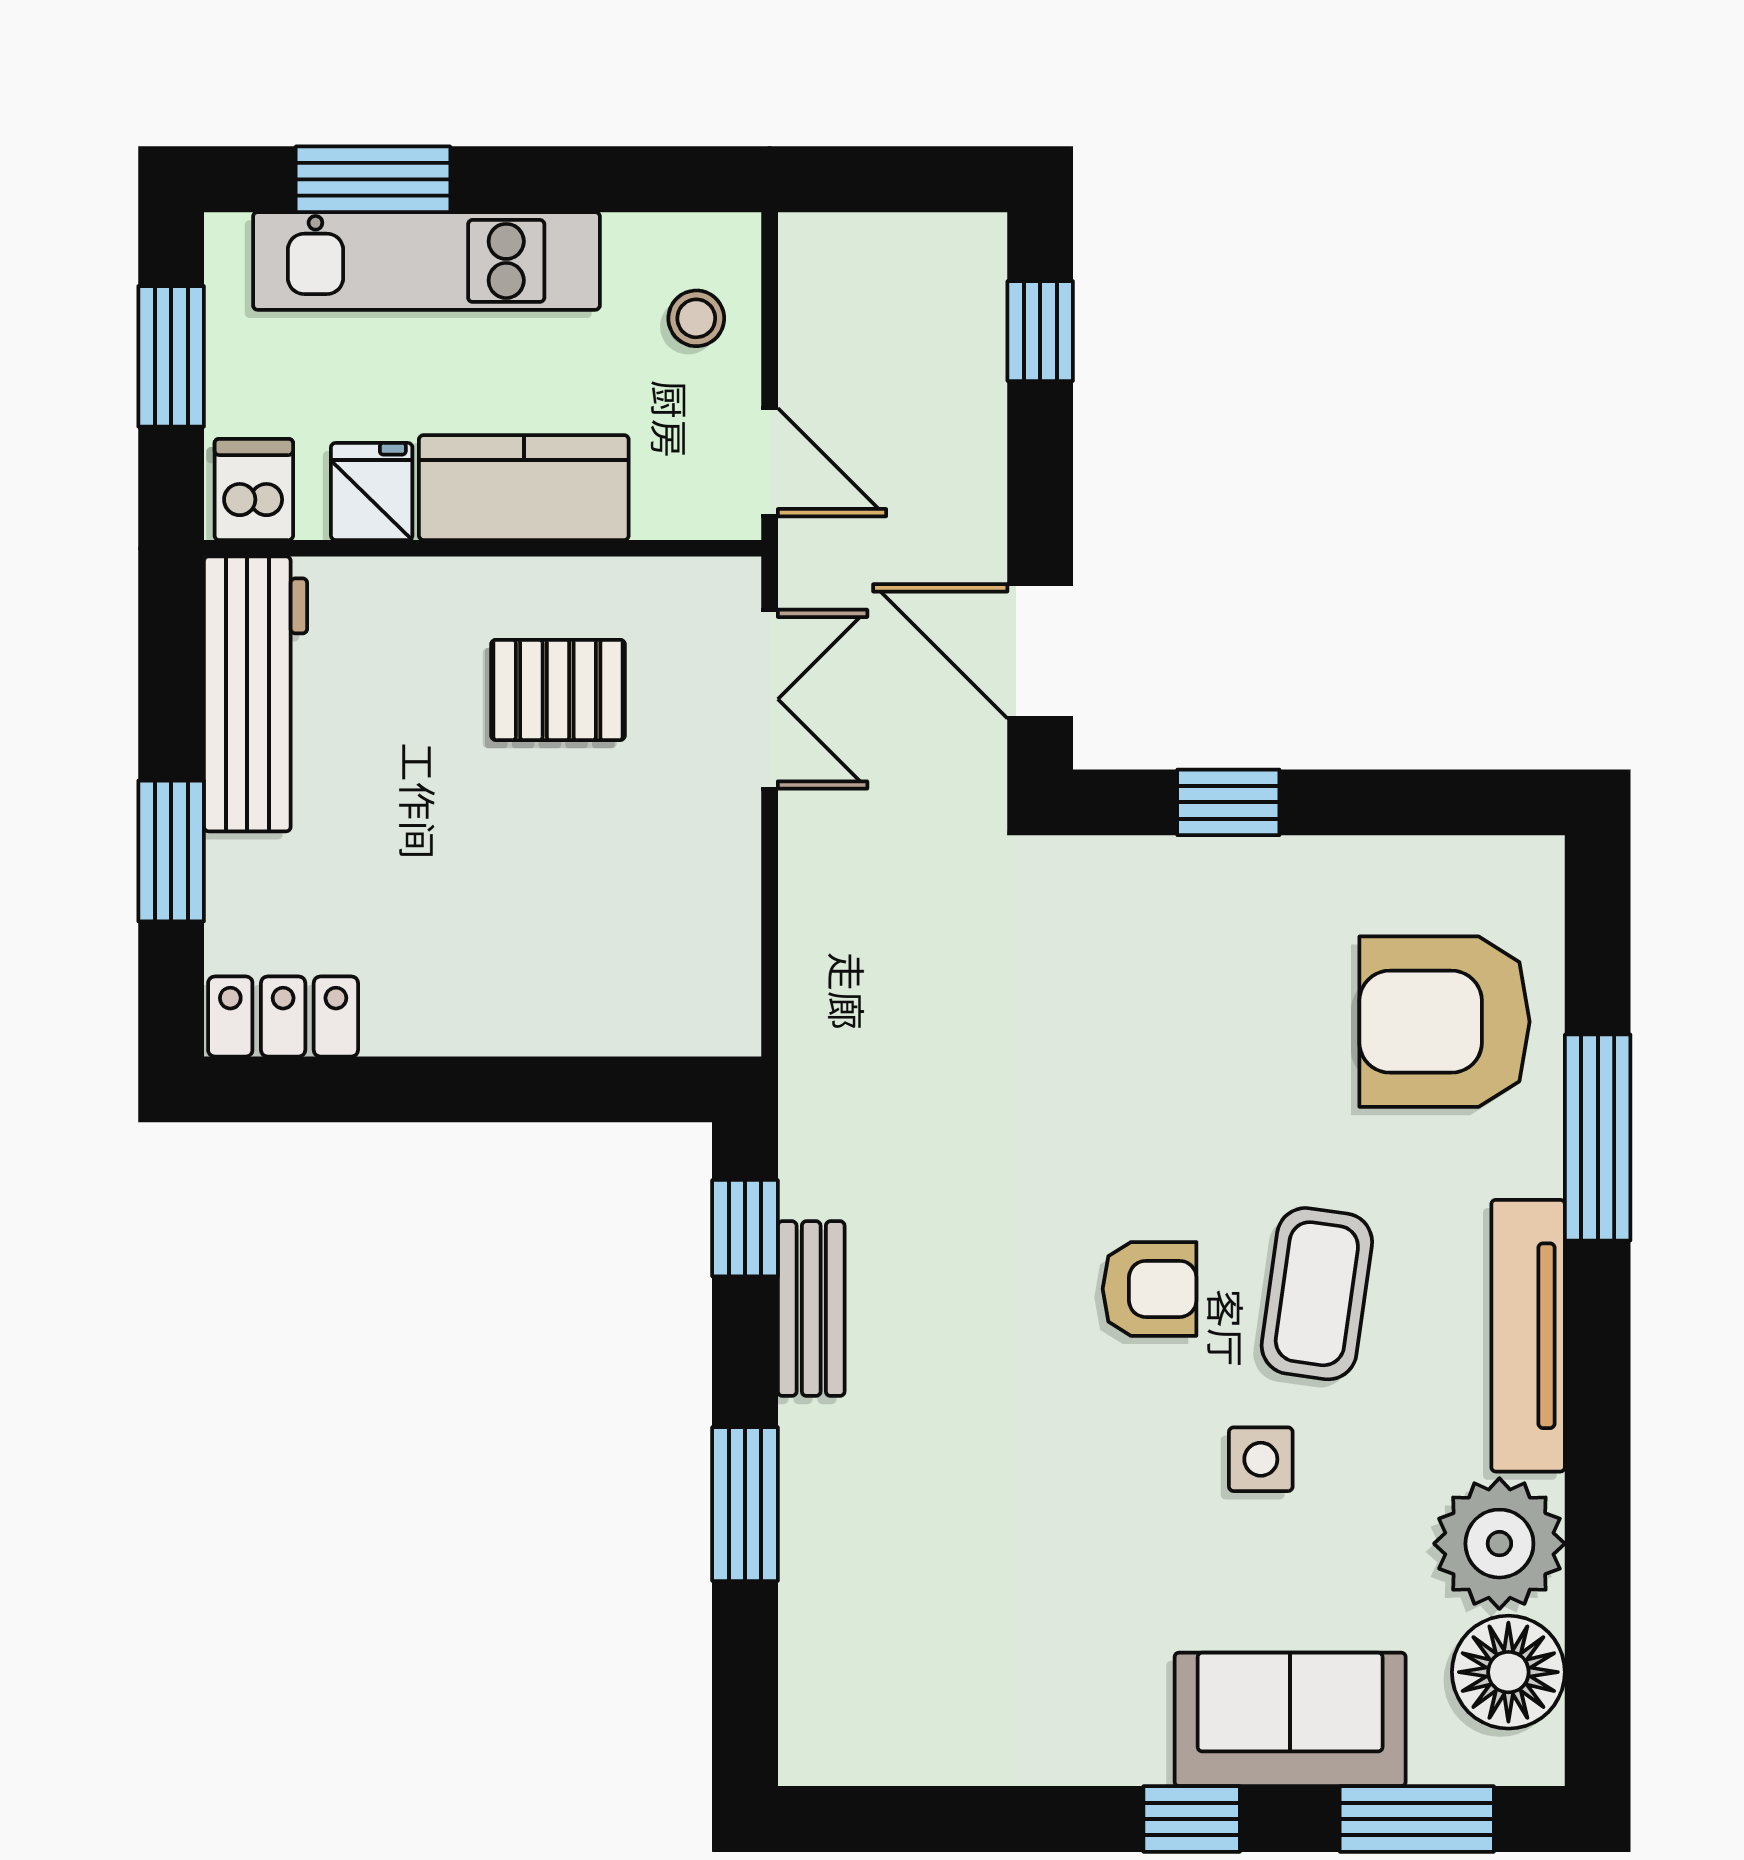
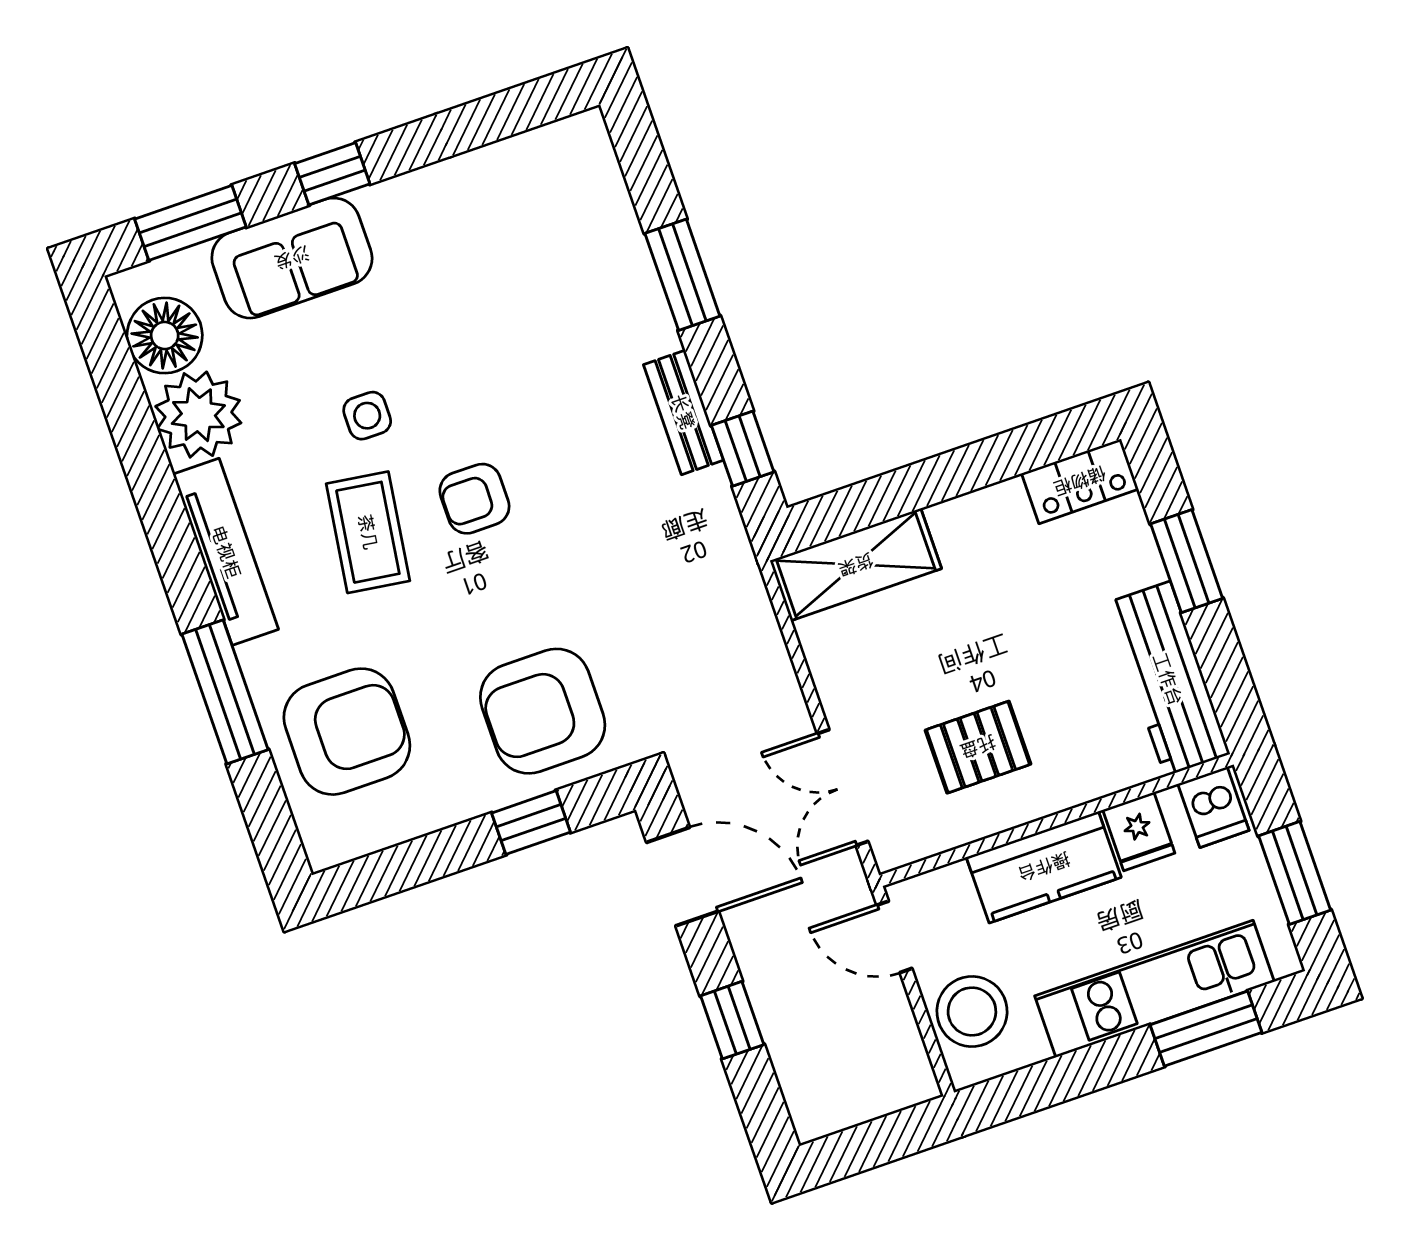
stool: (696, 318) -> (972, 1011), width x1.89, depth x1.89
window: (1040, 331) -> (732, 1020), moved
armchair: (1157, 955) -> (543, 711), added
shelving: (642, 1009) -> (856, 565), added

